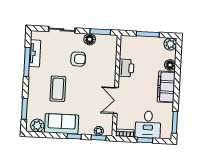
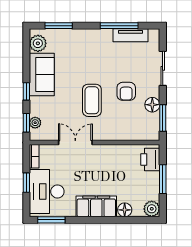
printer: (126, 68) -> (150, 160), moved, turned 90
coffee table: (58, 89) -> (92, 100), moved, turned 90
desk: (148, 124) -> (47, 191), width x1.37

